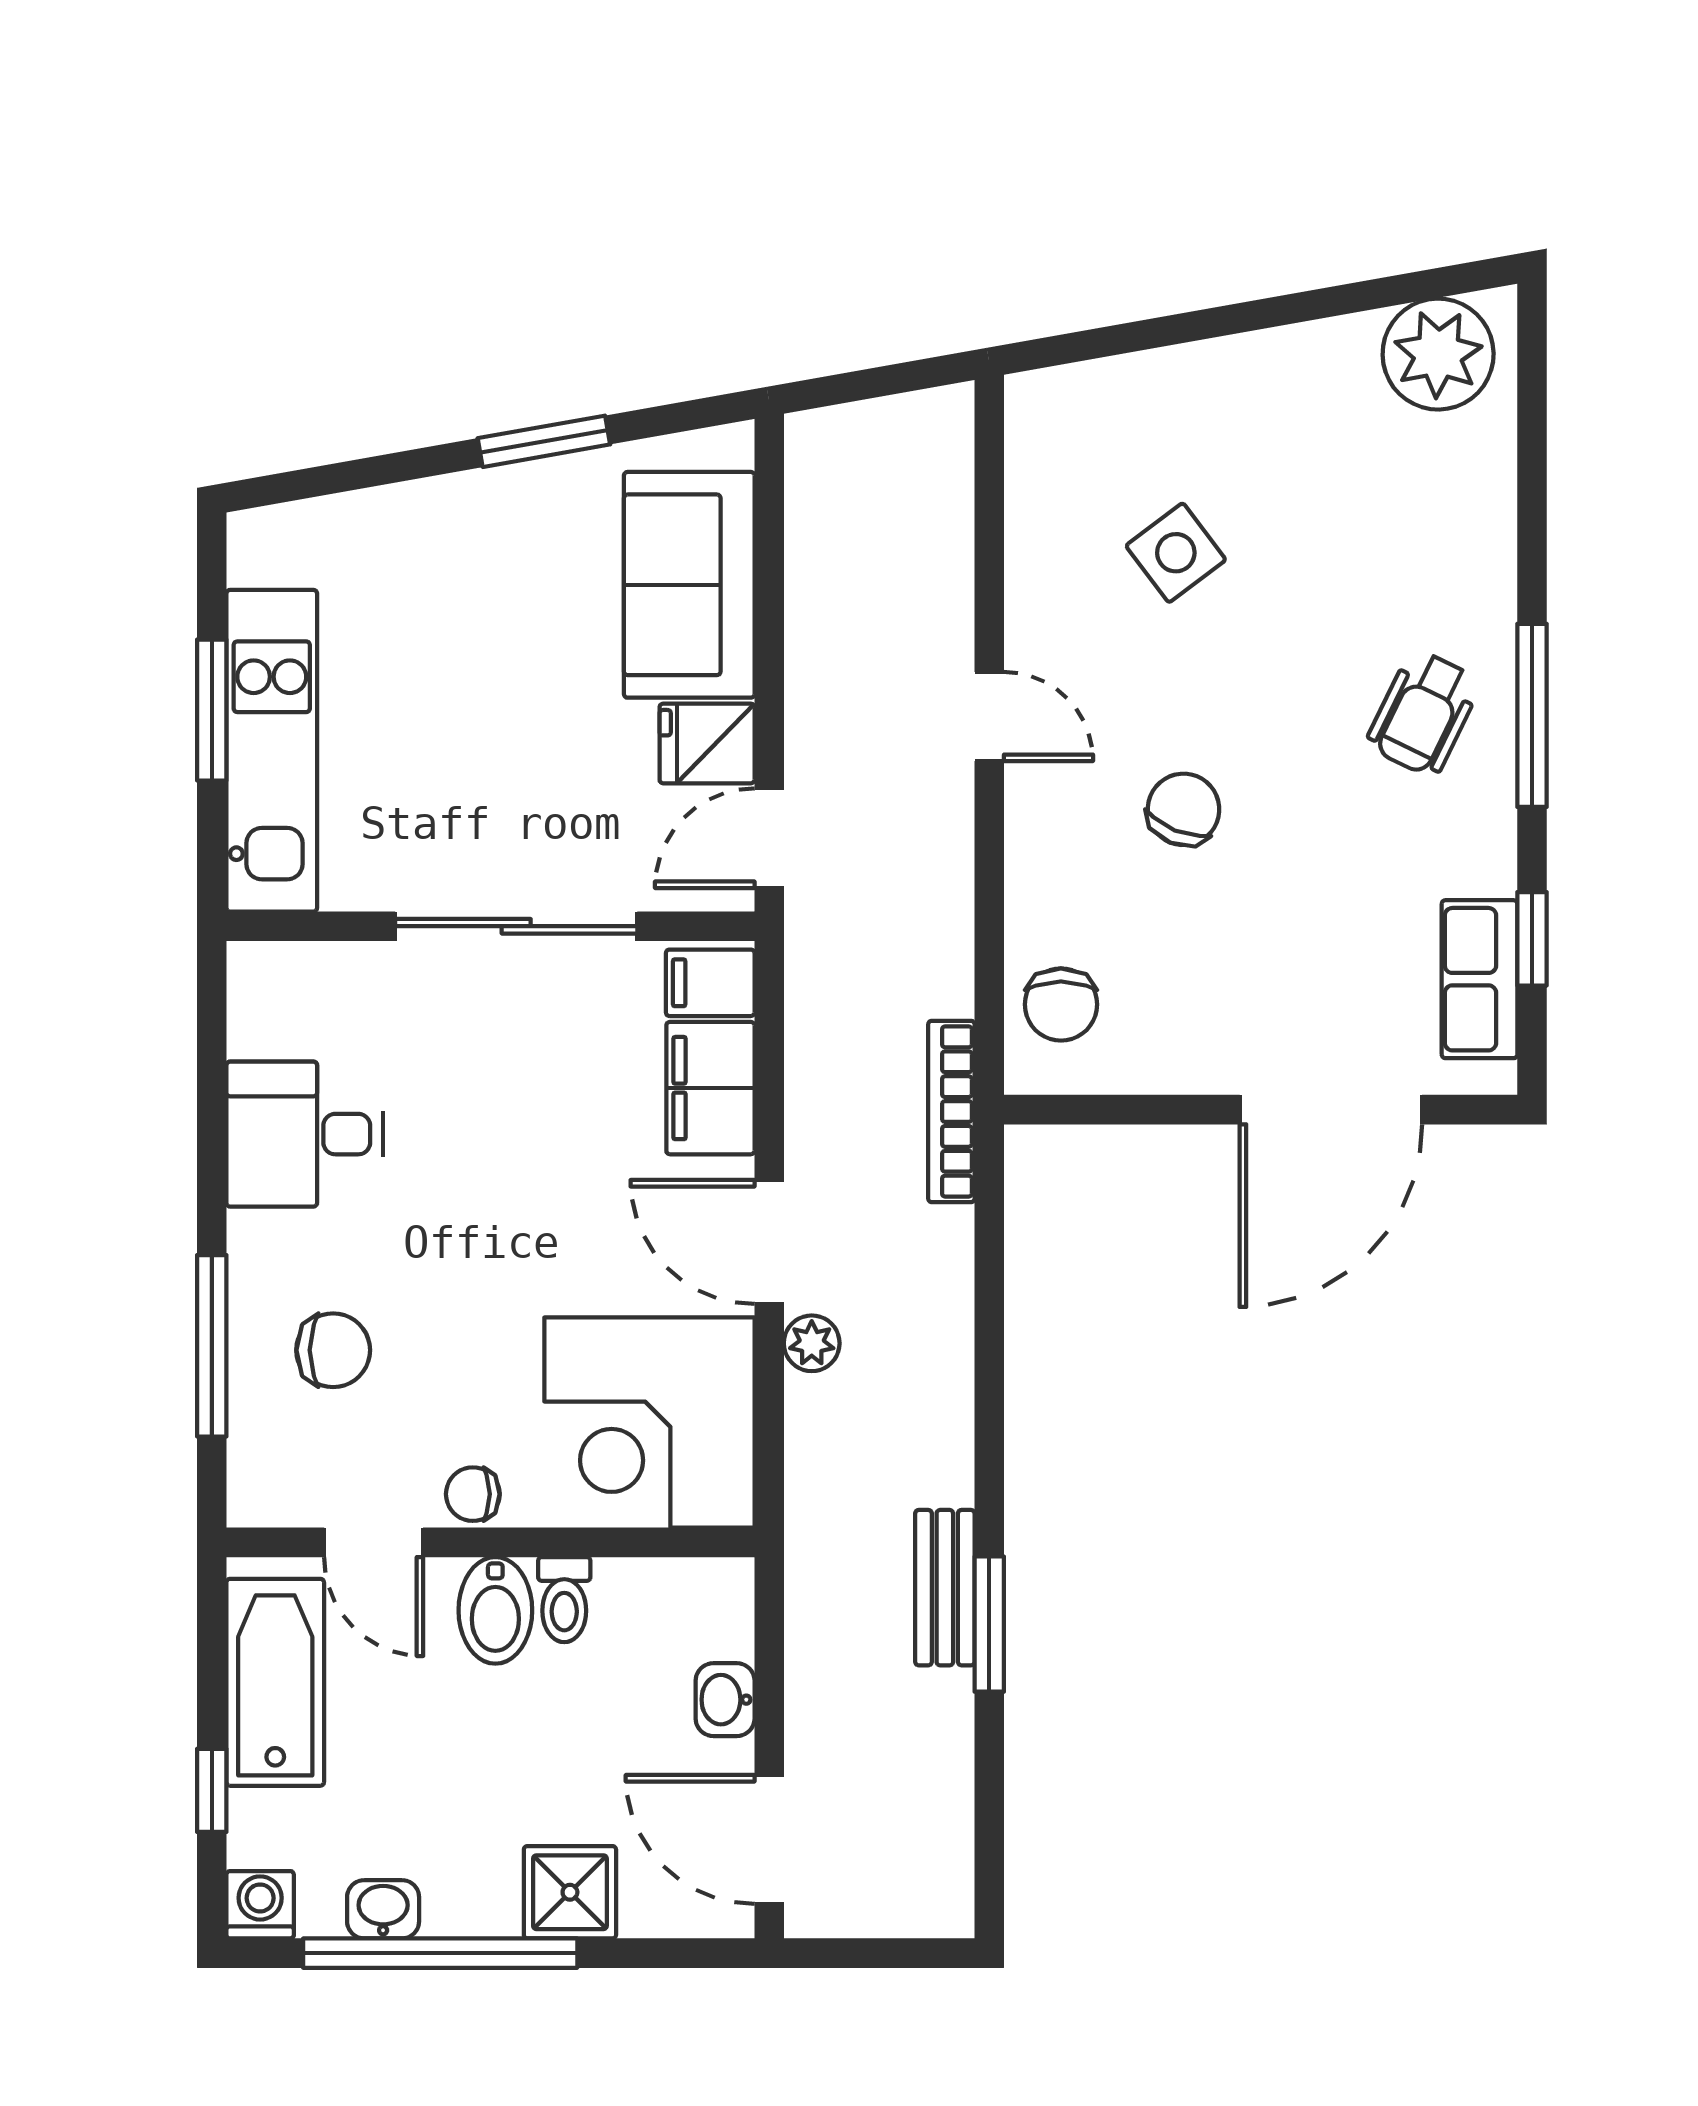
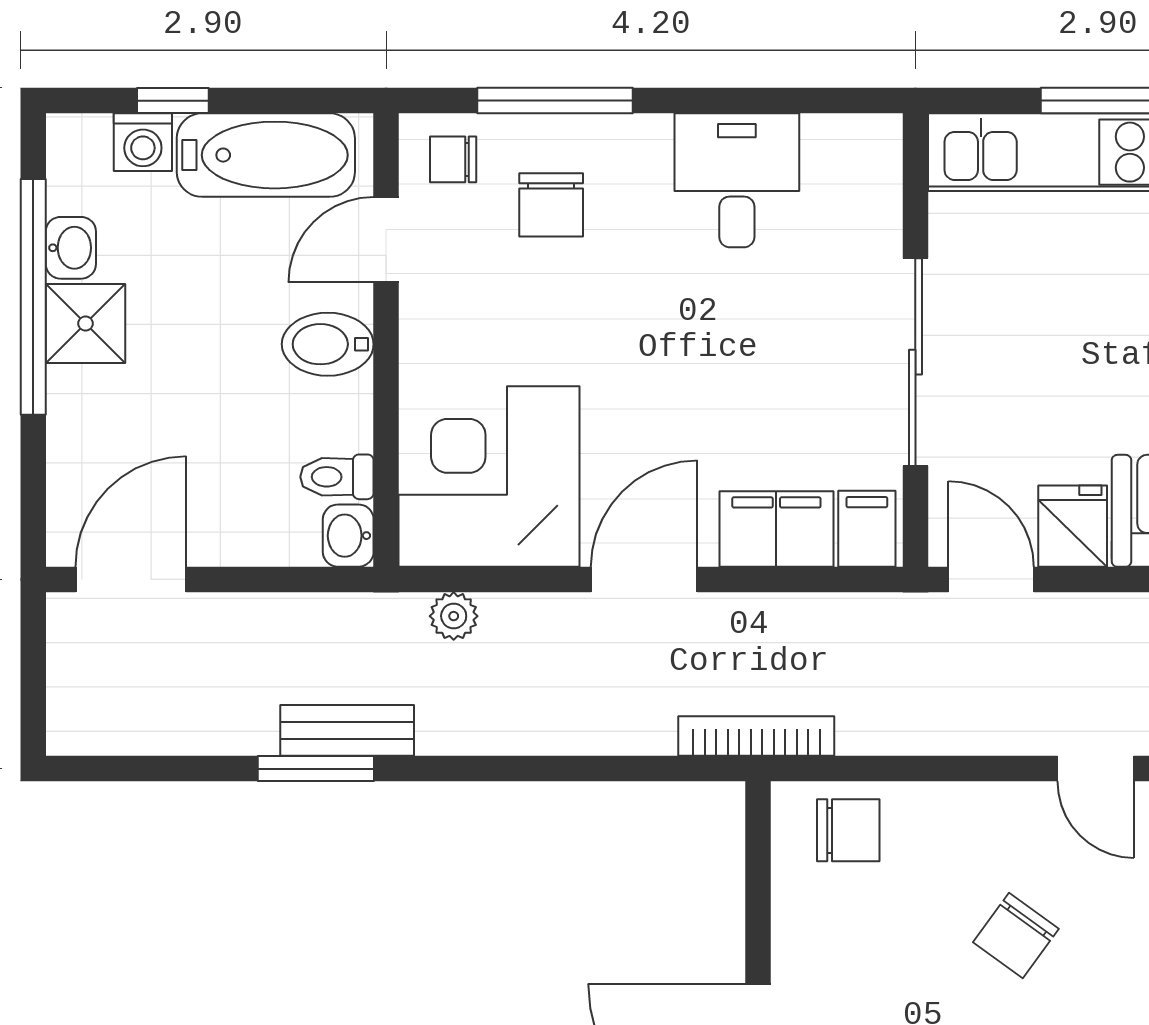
door: (989, 717) -> (1096, 769), hinge flipped
chair: (1183, 809) -> (1016, 935), turned 104
chair: (1061, 1004) -> (848, 830), turned 180
plant: (812, 1343) -> (454, 616), moved
chair: (473, 1494) -> (453, 159), moved, turned -90
toilet: (564, 1600) -> (337, 477), moved
washbasin: (725, 1700) -> (348, 536), moved, turned -90
shower: (570, 1892) -> (85, 324), moved
washing machine: (260, 1905) -> (143, 142), moved, turned 90

